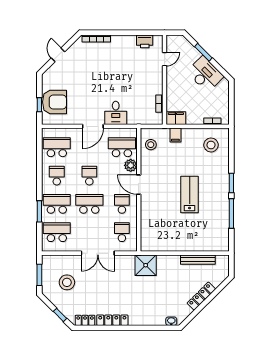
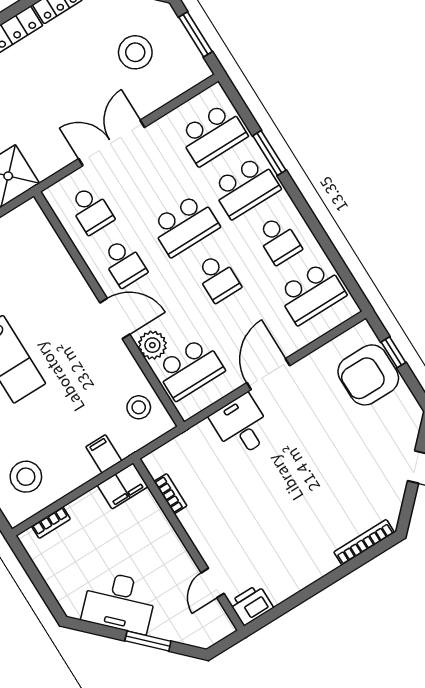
printer: (145, 41) -> (251, 605), moved

